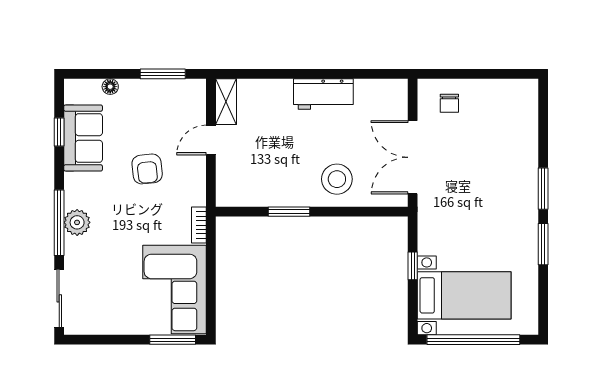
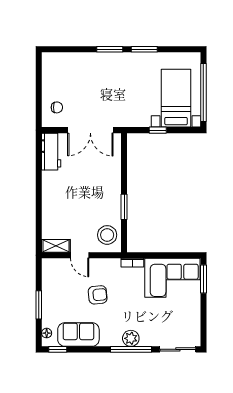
window: (163, 74) -> (39, 305), moved
floor lamp: (110, 87) -> (47, 333), moved
workbench: (323, 94) -> (51, 152), moved
window: (59, 132) -> (58, 349), moved
stool: (337, 179) -> (107, 235), moved

